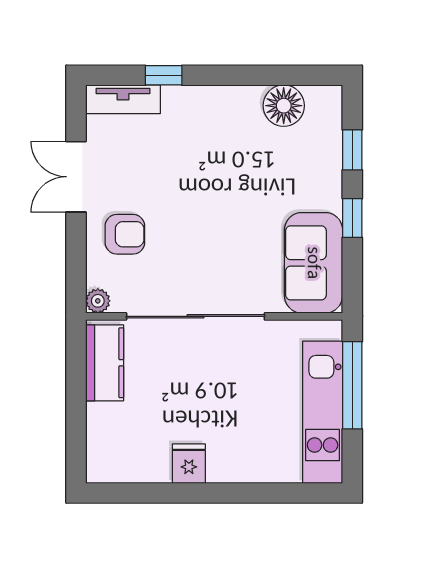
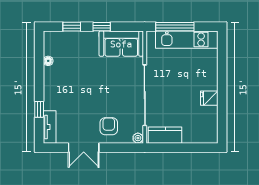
floor lamp: (284, 106) -> (48, 61), width x0.53, depth x0.53

